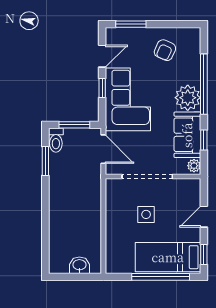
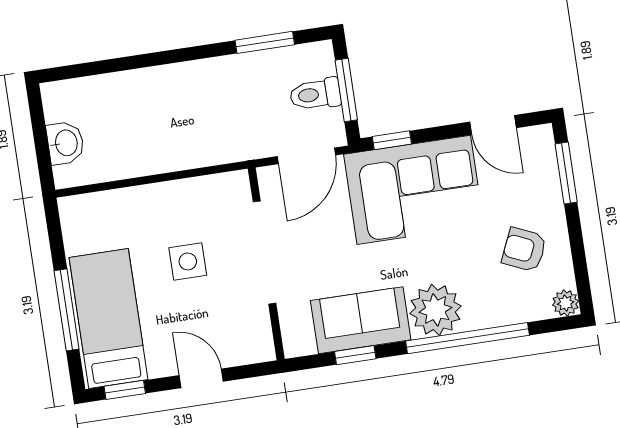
window: (102, 88) -> (392, 140), moved
toilet: (56, 140) -> (315, 94), moved
plant: (194, 166) -> (566, 303), moved
window: (161, 277) -> (67, 310), width x0.68

